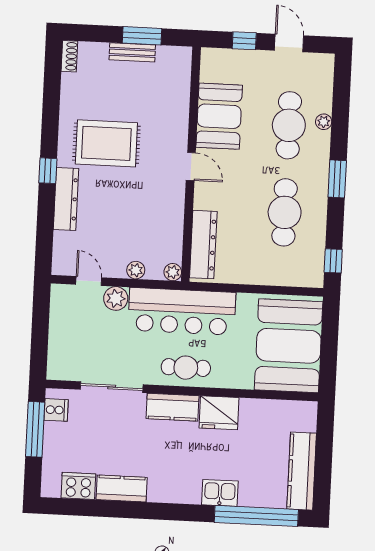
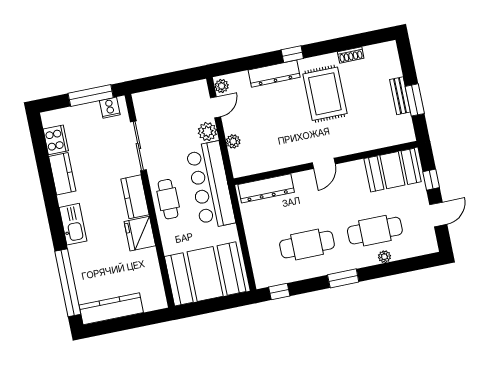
shoe rack: (69, 56) -> (351, 55), moved
booth: (219, 116) -> (392, 170), moved
plant: (173, 272) -> (222, 86), moved
kitchen sink: (220, 493) -> (73, 224), moved, width x1.38

